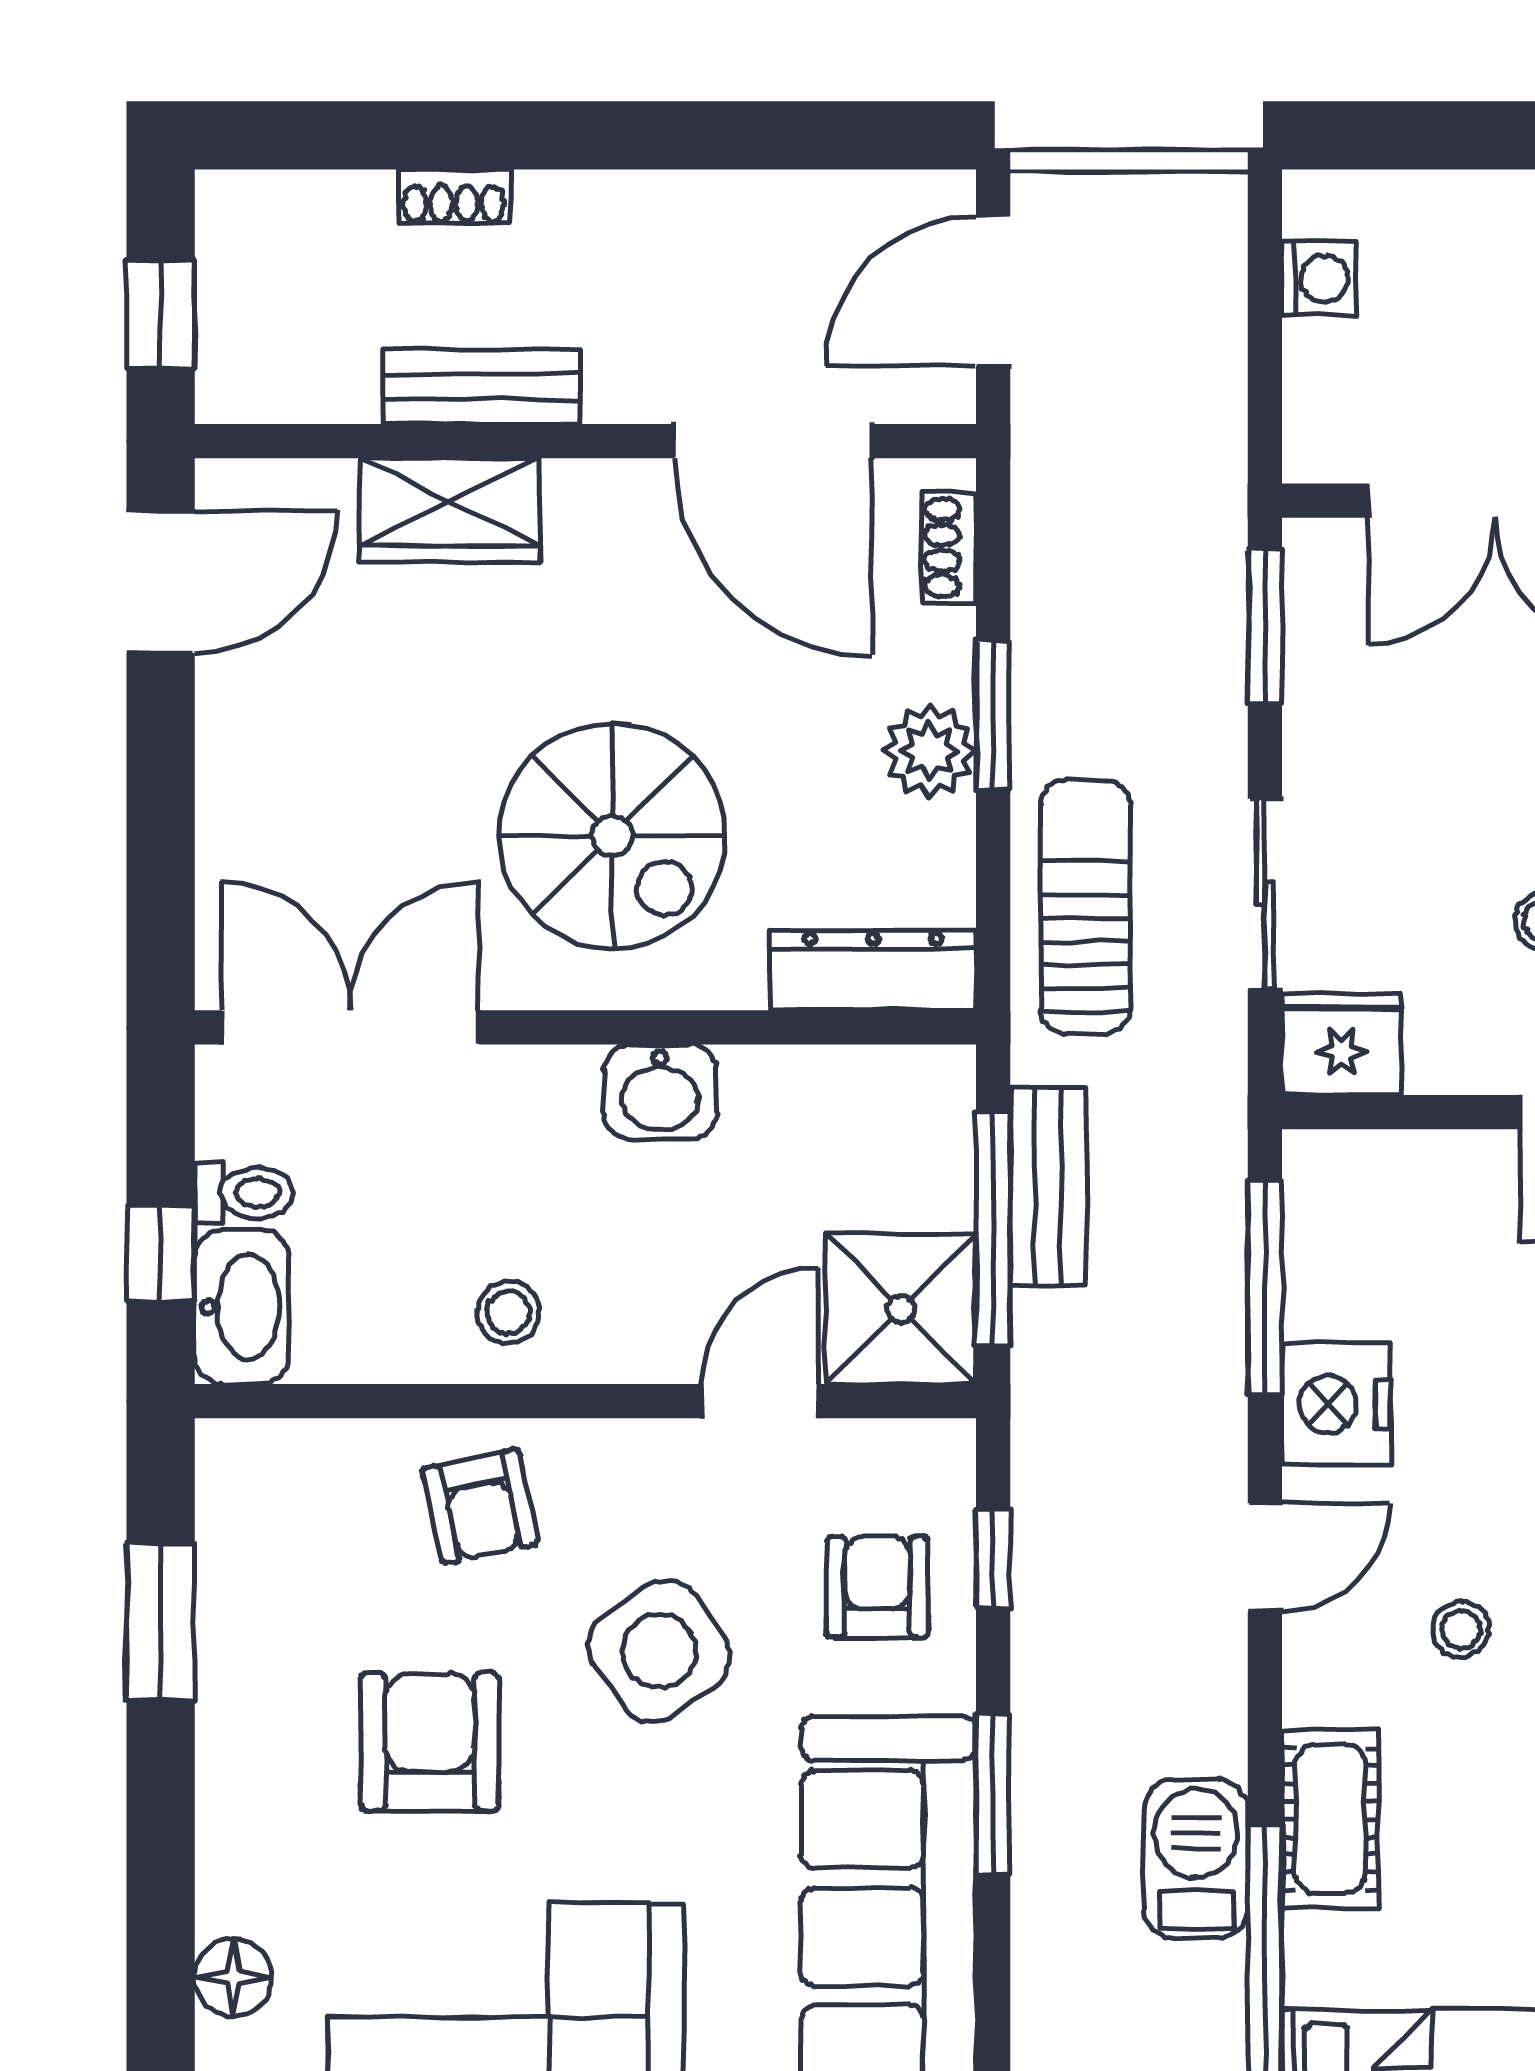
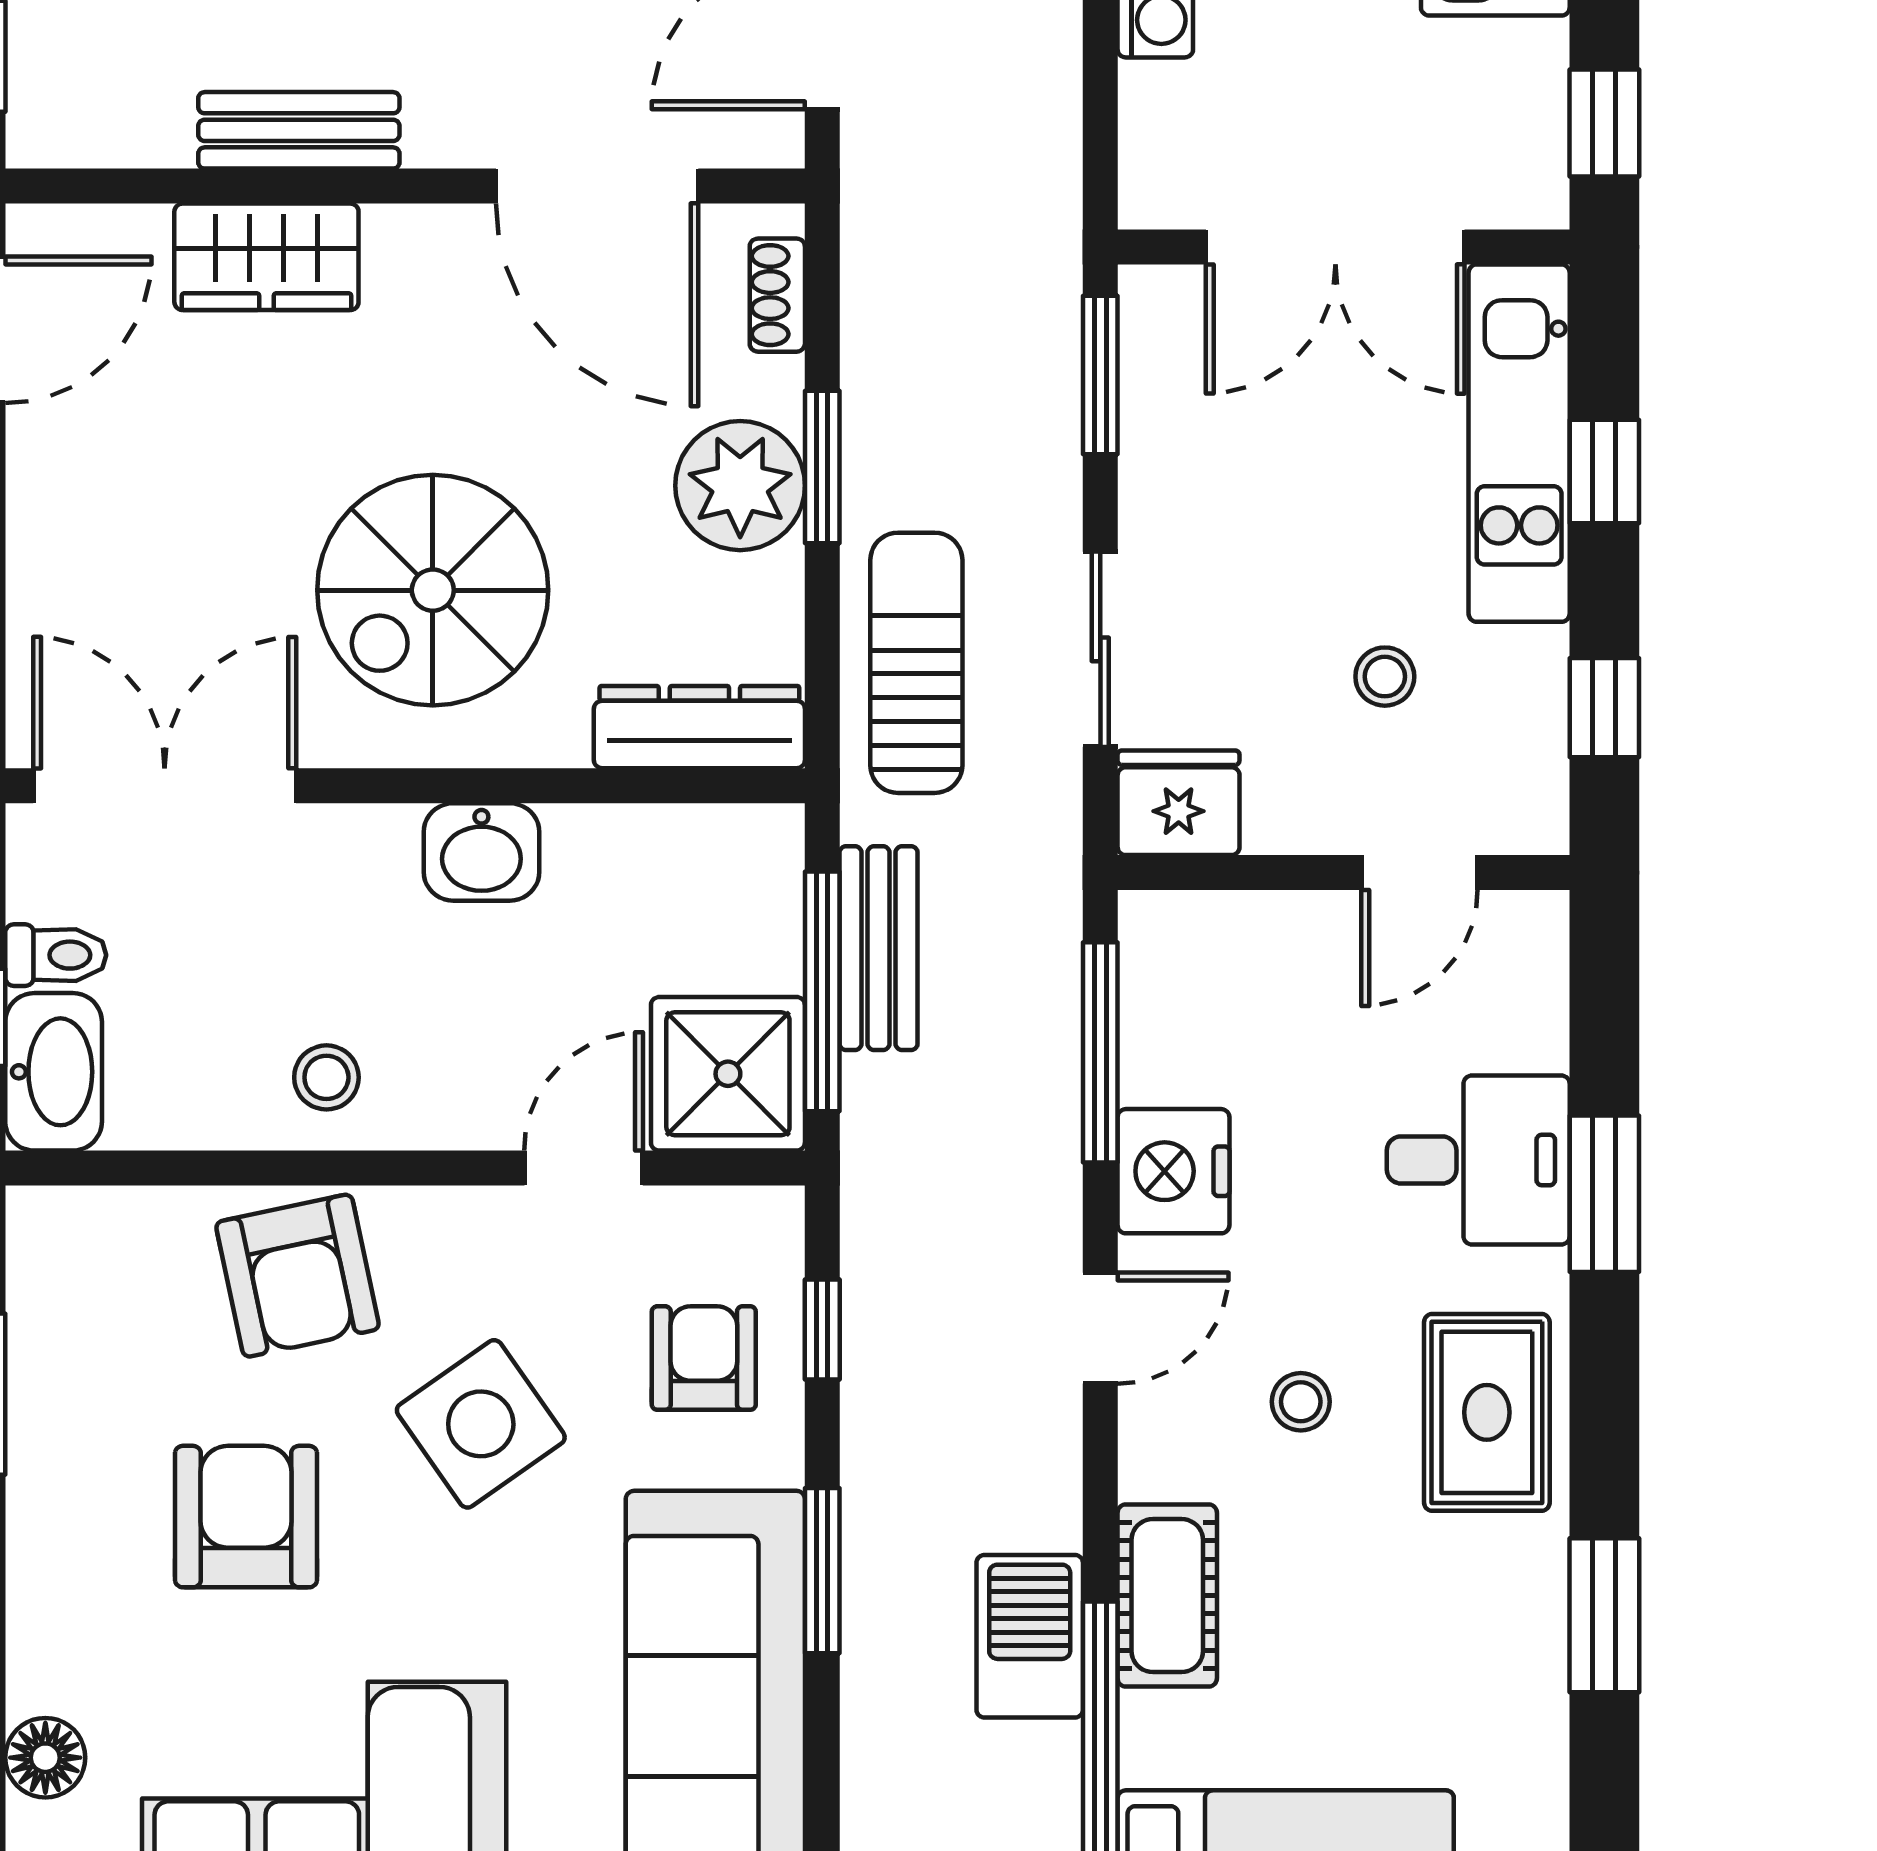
plant: (930, 751) -> (740, 486), width x1.36, depth x1.36
spiral stairs: (612, 836) -> (433, 590), turned 90
armchair: (480, 1506) -> (298, 1276), width x1.38, depth x1.38

